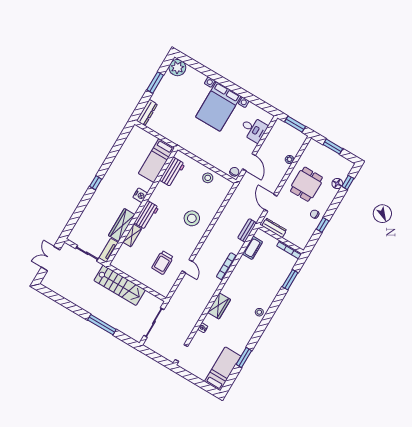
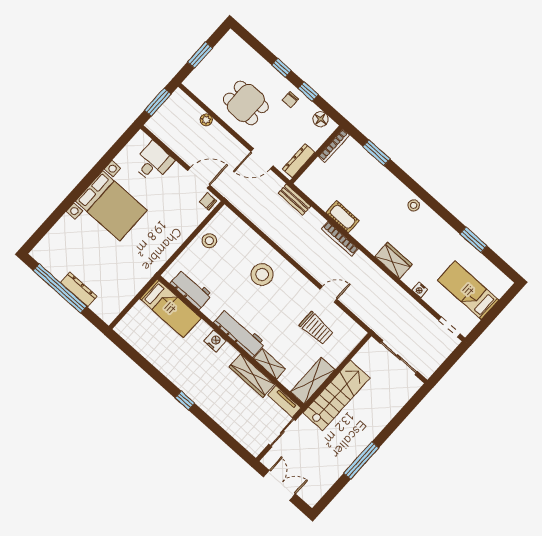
plant: (177, 68) -> (45, 253), removed
window: (155, 83) -> (60, 288), width x2.11
dresser: (147, 113) -> (79, 289), moved
window: (348, 182) -> (282, 68), moved
floor lamp: (337, 183) -> (321, 119), moved
workbench: (146, 215) -> (239, 333), width x1.38
cot: (252, 248) -> (343, 217), moved
double door: (51, 259) -> (279, 485), swing flipped
shelving: (126, 267) -> (313, 381), added
window: (102, 325) -> (361, 460), moved
bed: (223, 369) -> (468, 290), moved

